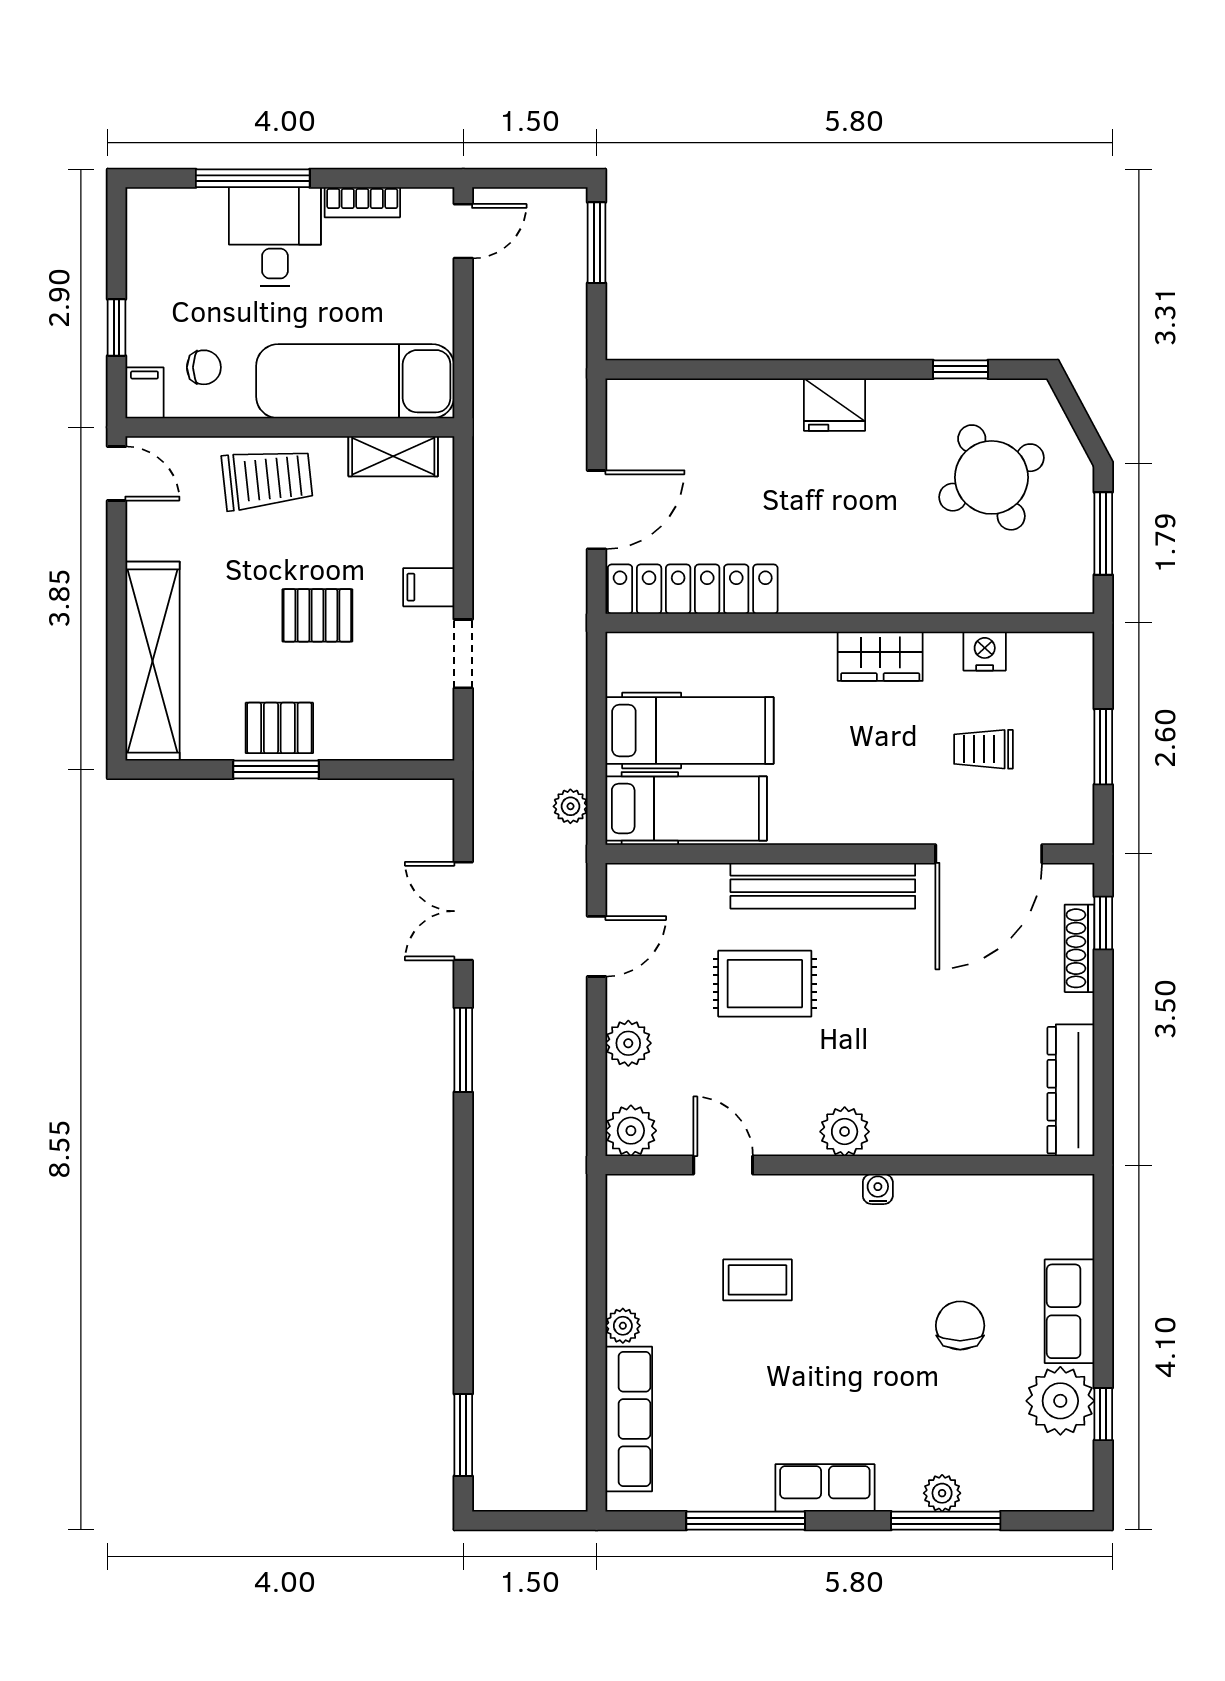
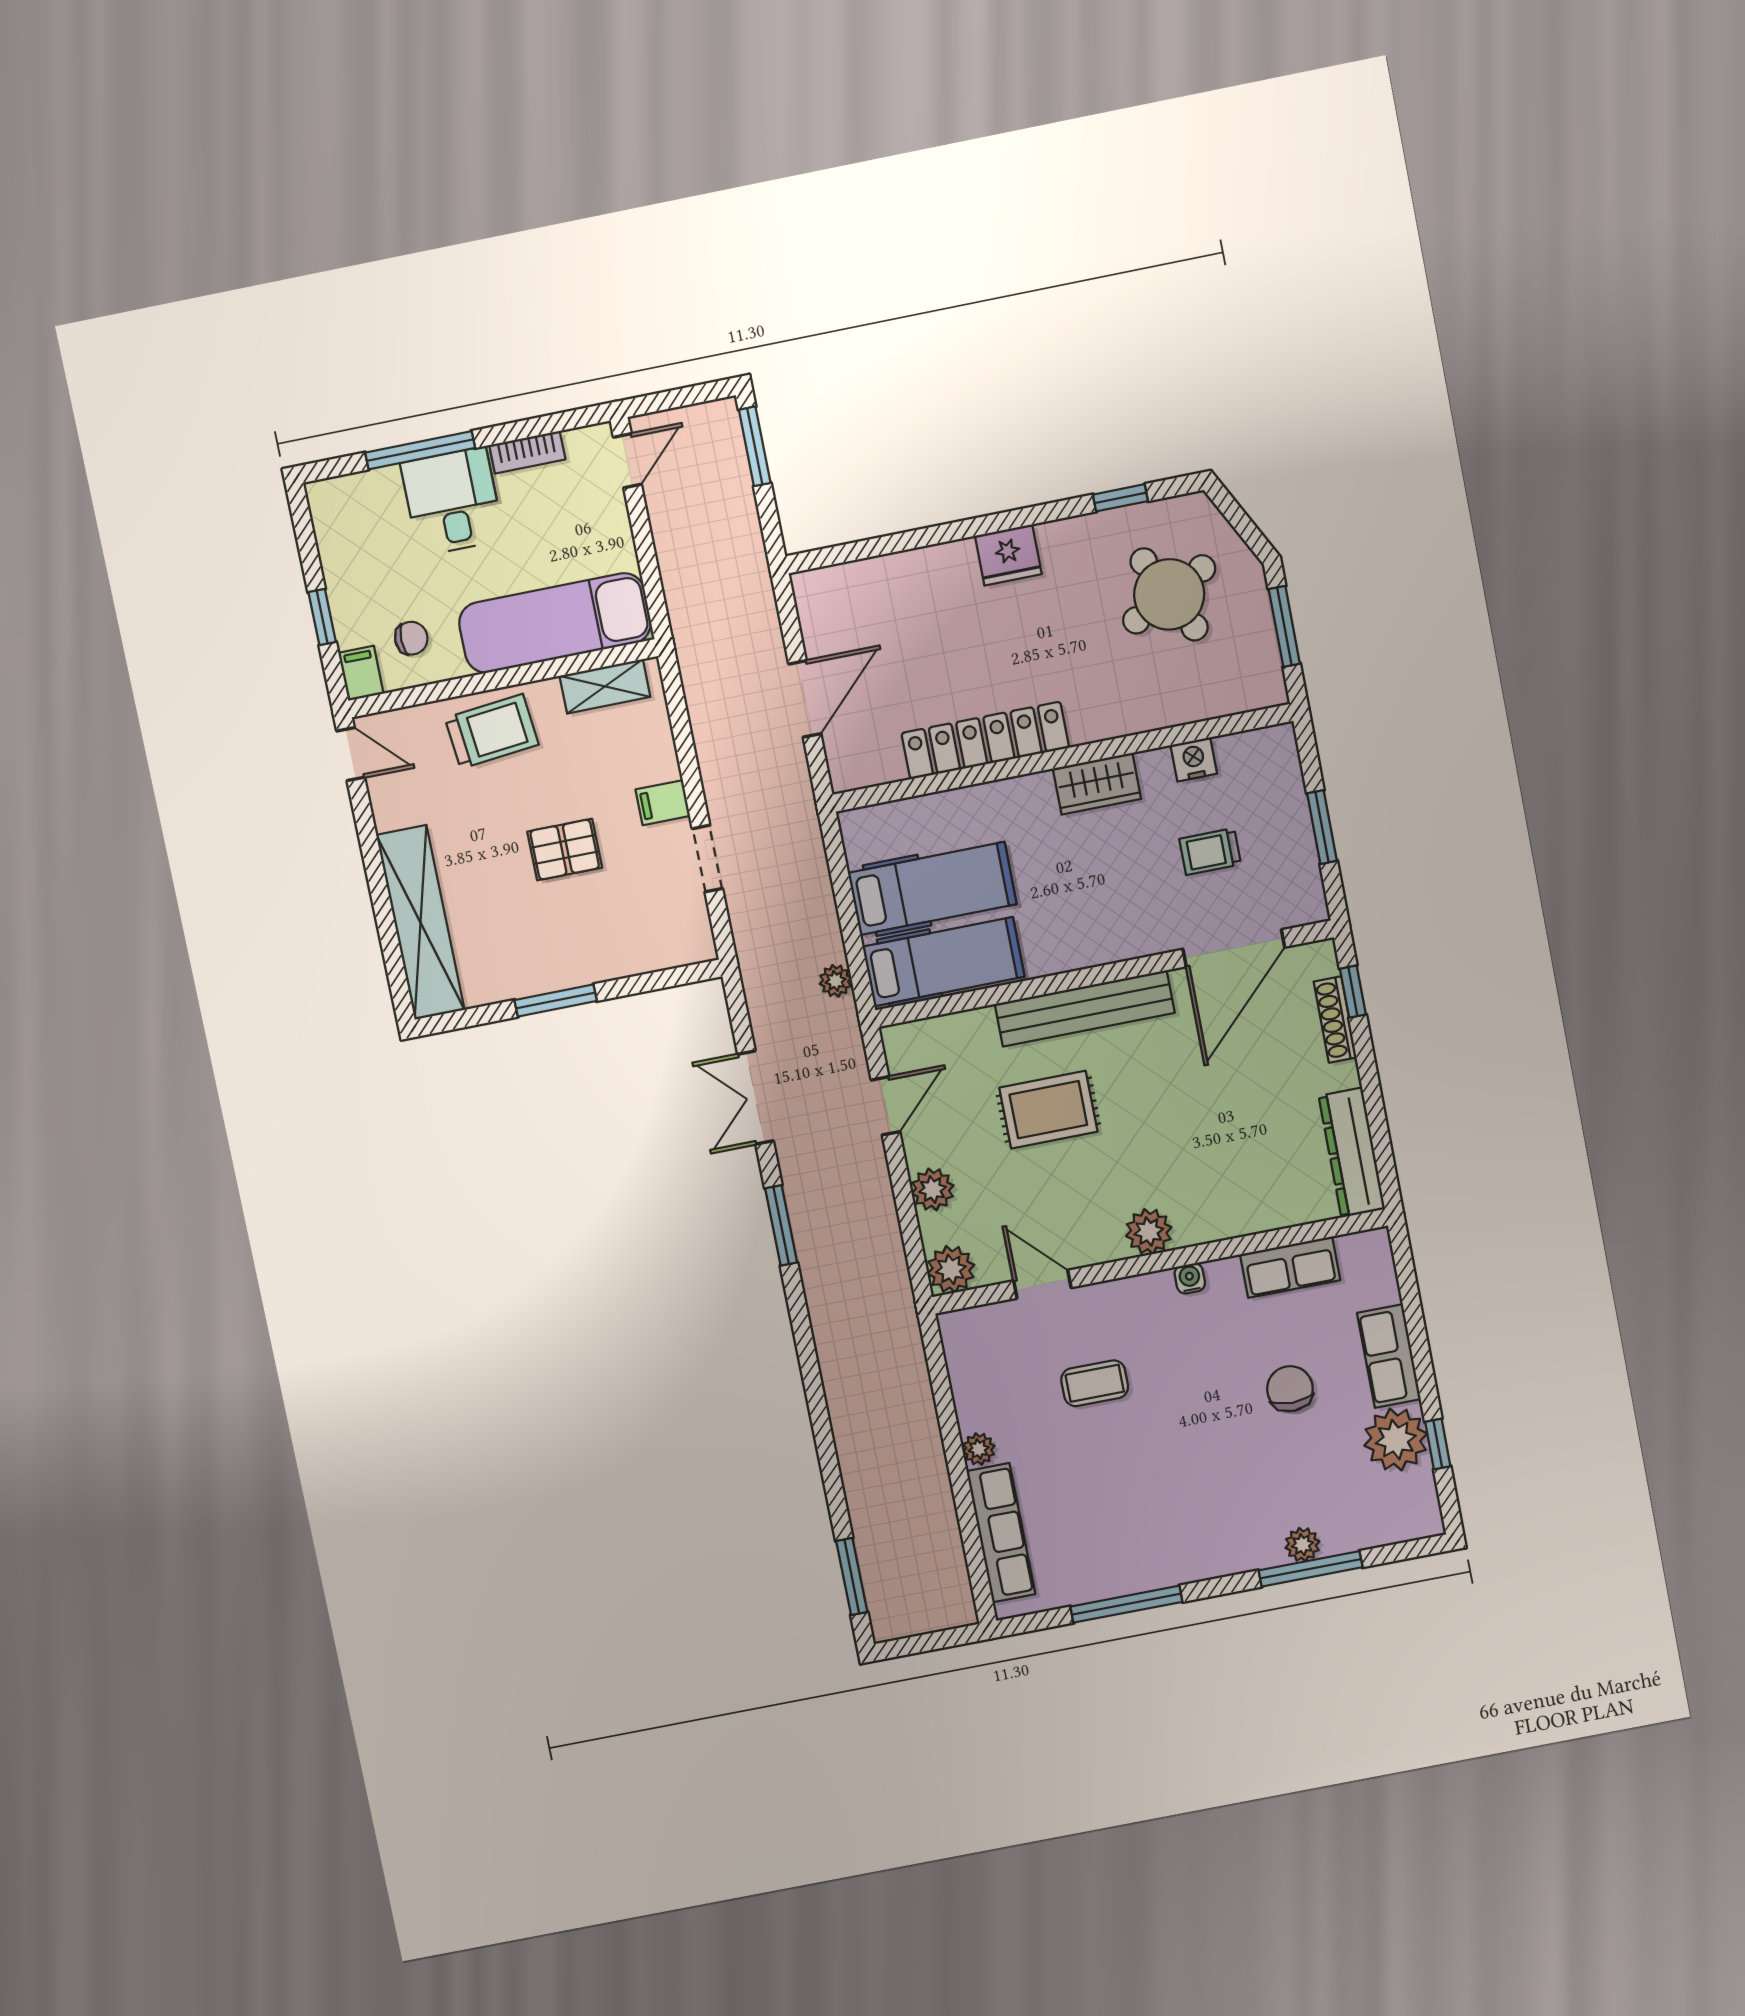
locker: (693, 589) -> (985, 740), moved
pallet: (279, 728) -> (551, 961), removed
row of seats: (825, 1488) -> (1290, 1267), moved, turned 180

